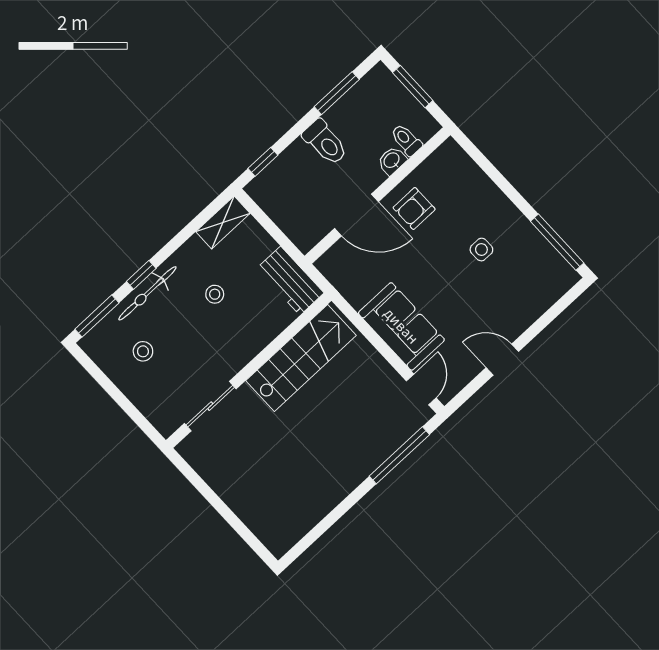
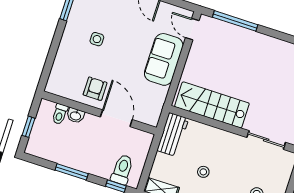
window: (413, 87) -> (29, 127), width x0.67
window: (337, 93) -> (72, 172), moved
toilet: (325, 142) -> (122, 170), moved
armchair: (414, 208) -> (95, 89), turned -90
door: (421, 389) -> (192, 29), hinge flipped

